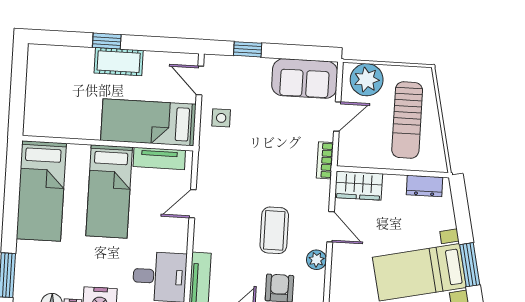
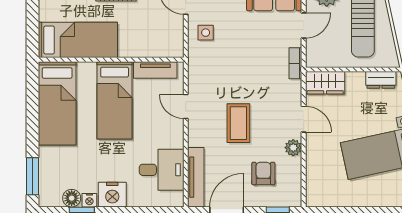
bed: (148, 122) -> (78, 40), moved, turned 180
door: (193, 204) -> (186, 107), hinge flipped
coffee table: (274, 230) -> (238, 123), moved

